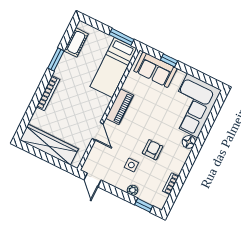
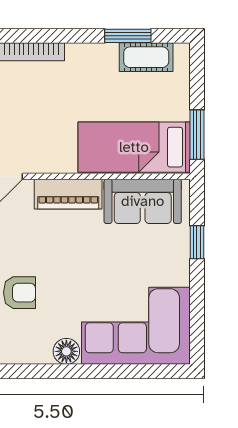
window: (56, 60) -> (128, 36), moved
sofa: (155, 70) -> (143, 201), moved, turned -90

